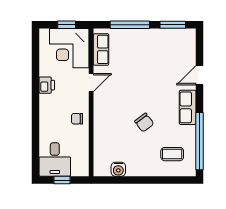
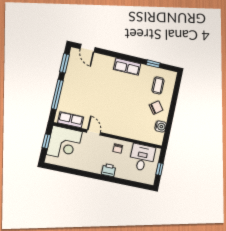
door: (200, 75) -> (87, 48), moved
printer: (47, 85) -> (109, 170), moved
chair: (144, 123) -> (156, 108), moved
window: (200, 141) -> (153, 64), width x0.32
desk: (55, 159) -> (142, 158), moved, turned -90

